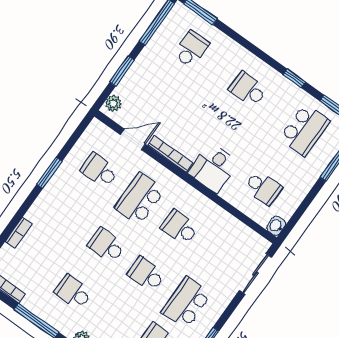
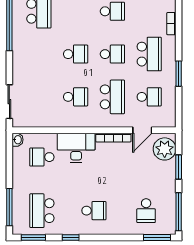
plant: (113, 103) -> (165, 149), width x1.87, depth x1.87
desk: (213, 168) -> (76, 148), width x1.37
school desk: (187, 303) -> (149, 54), moved

